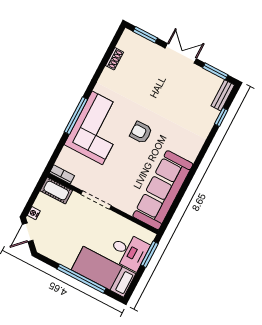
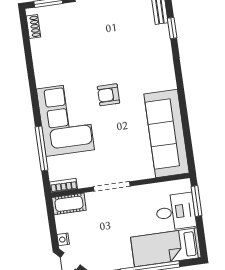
shoe rack: (114, 59) -> (33, 27), moved
window: (76, 116) -> (42, 148), moved

